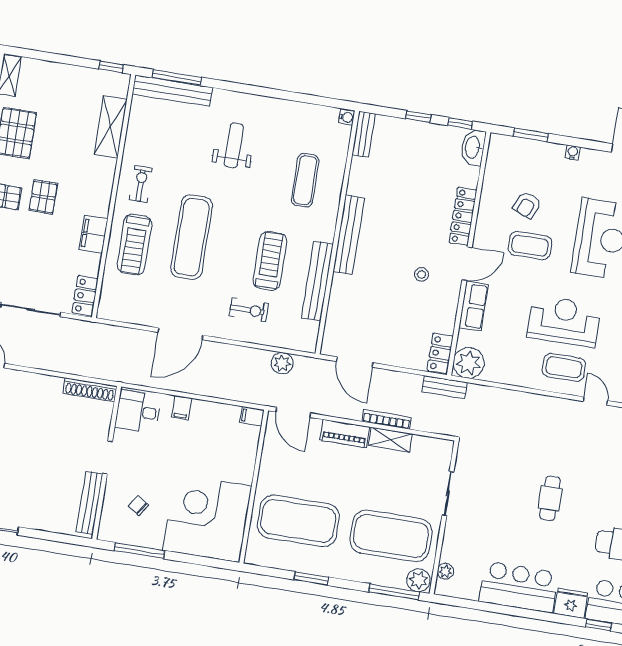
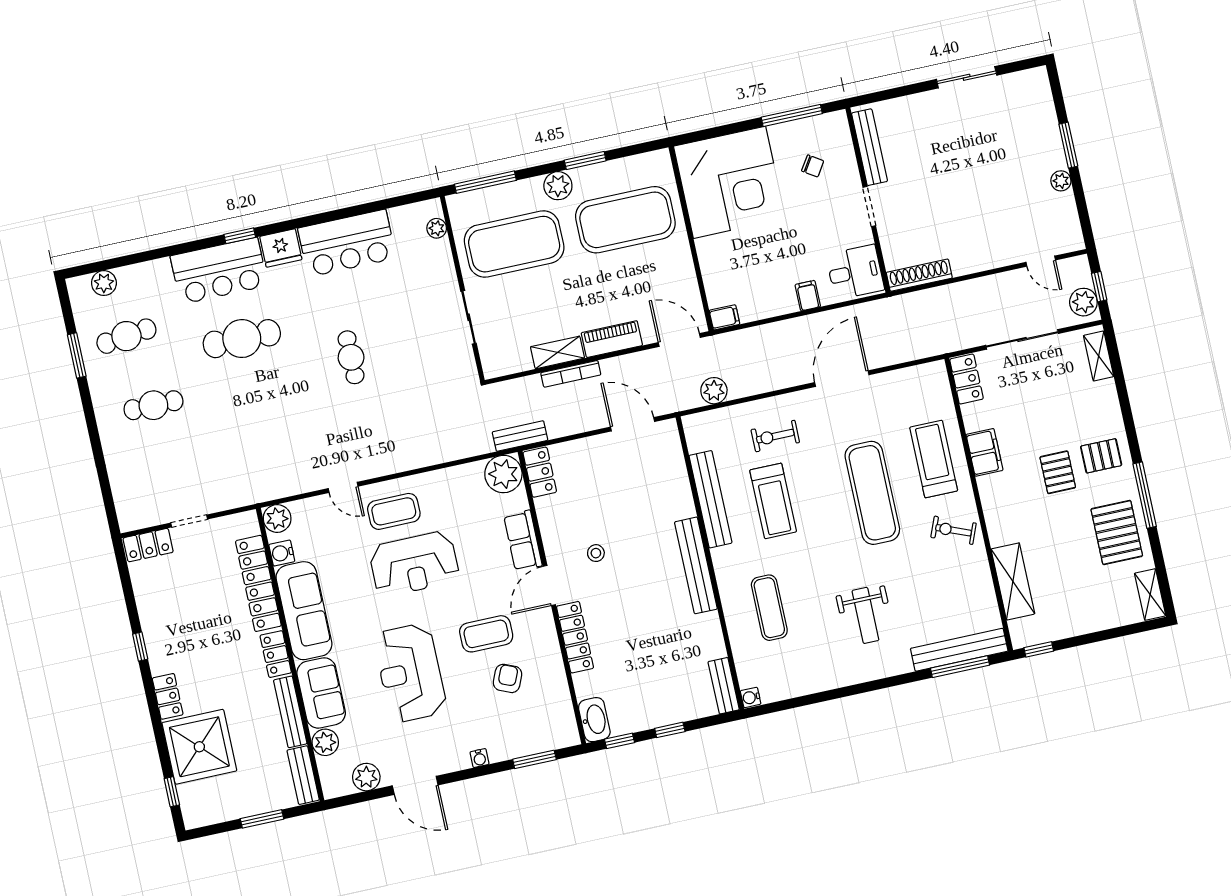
exercise bike: (141, 184) -> (953, 530), turned 112
plant: (418, 580) -> (558, 186), moved

